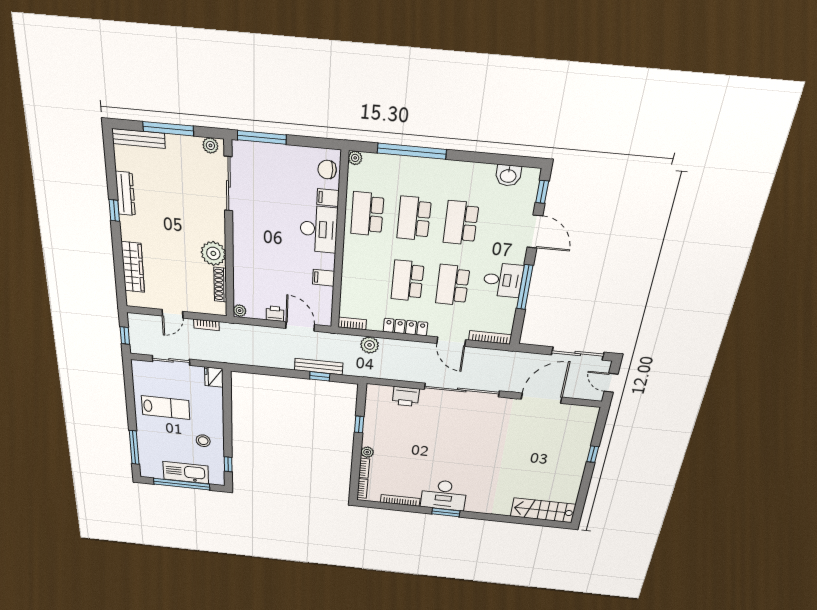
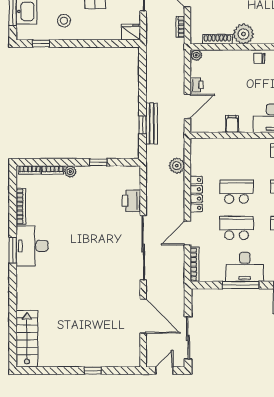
chair: (243, 237) -> (259, 58), added
desk: (503, 280) -> (245, 267), width x1.37
bookcase: (352, 323) -> (195, 150), removed

